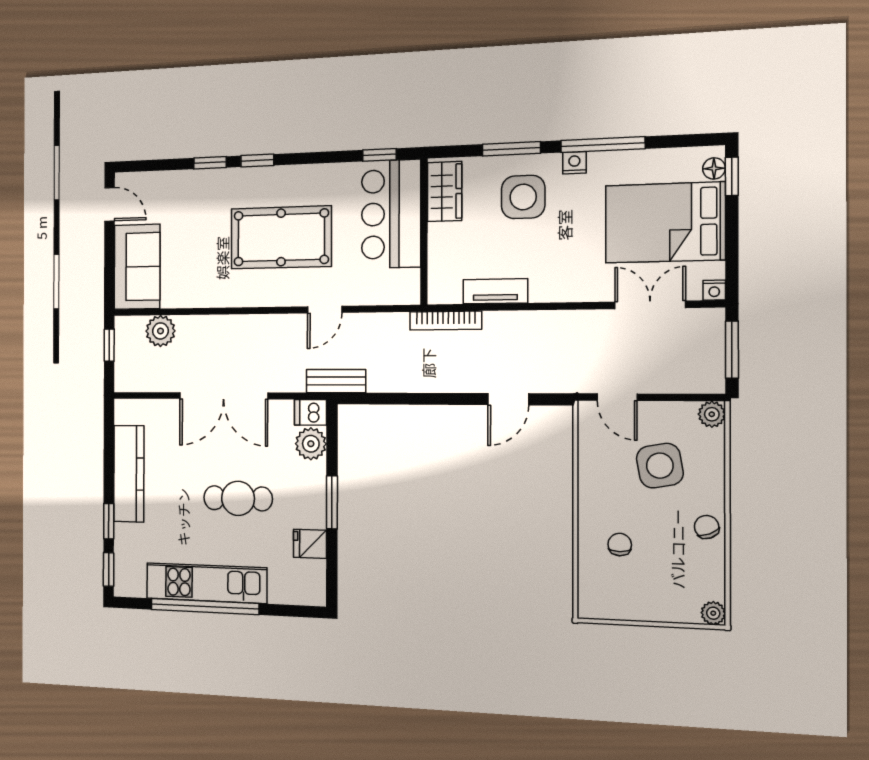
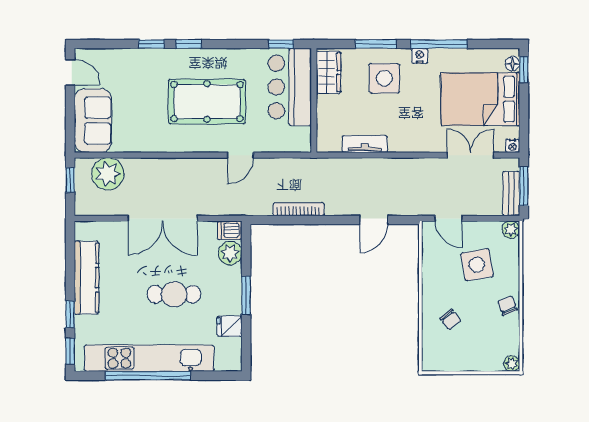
bookcase: (446, 321) -> (299, 209), moved, turned 180
plant: (160, 331) -> (108, 174), width x1.36, depth x1.36
bench: (336, 381) -> (511, 194), moved, turned 90
chair: (620, 545) -> (450, 319), turned 141
kitchen unit: (206, 583) -> (149, 358), width x1.36

